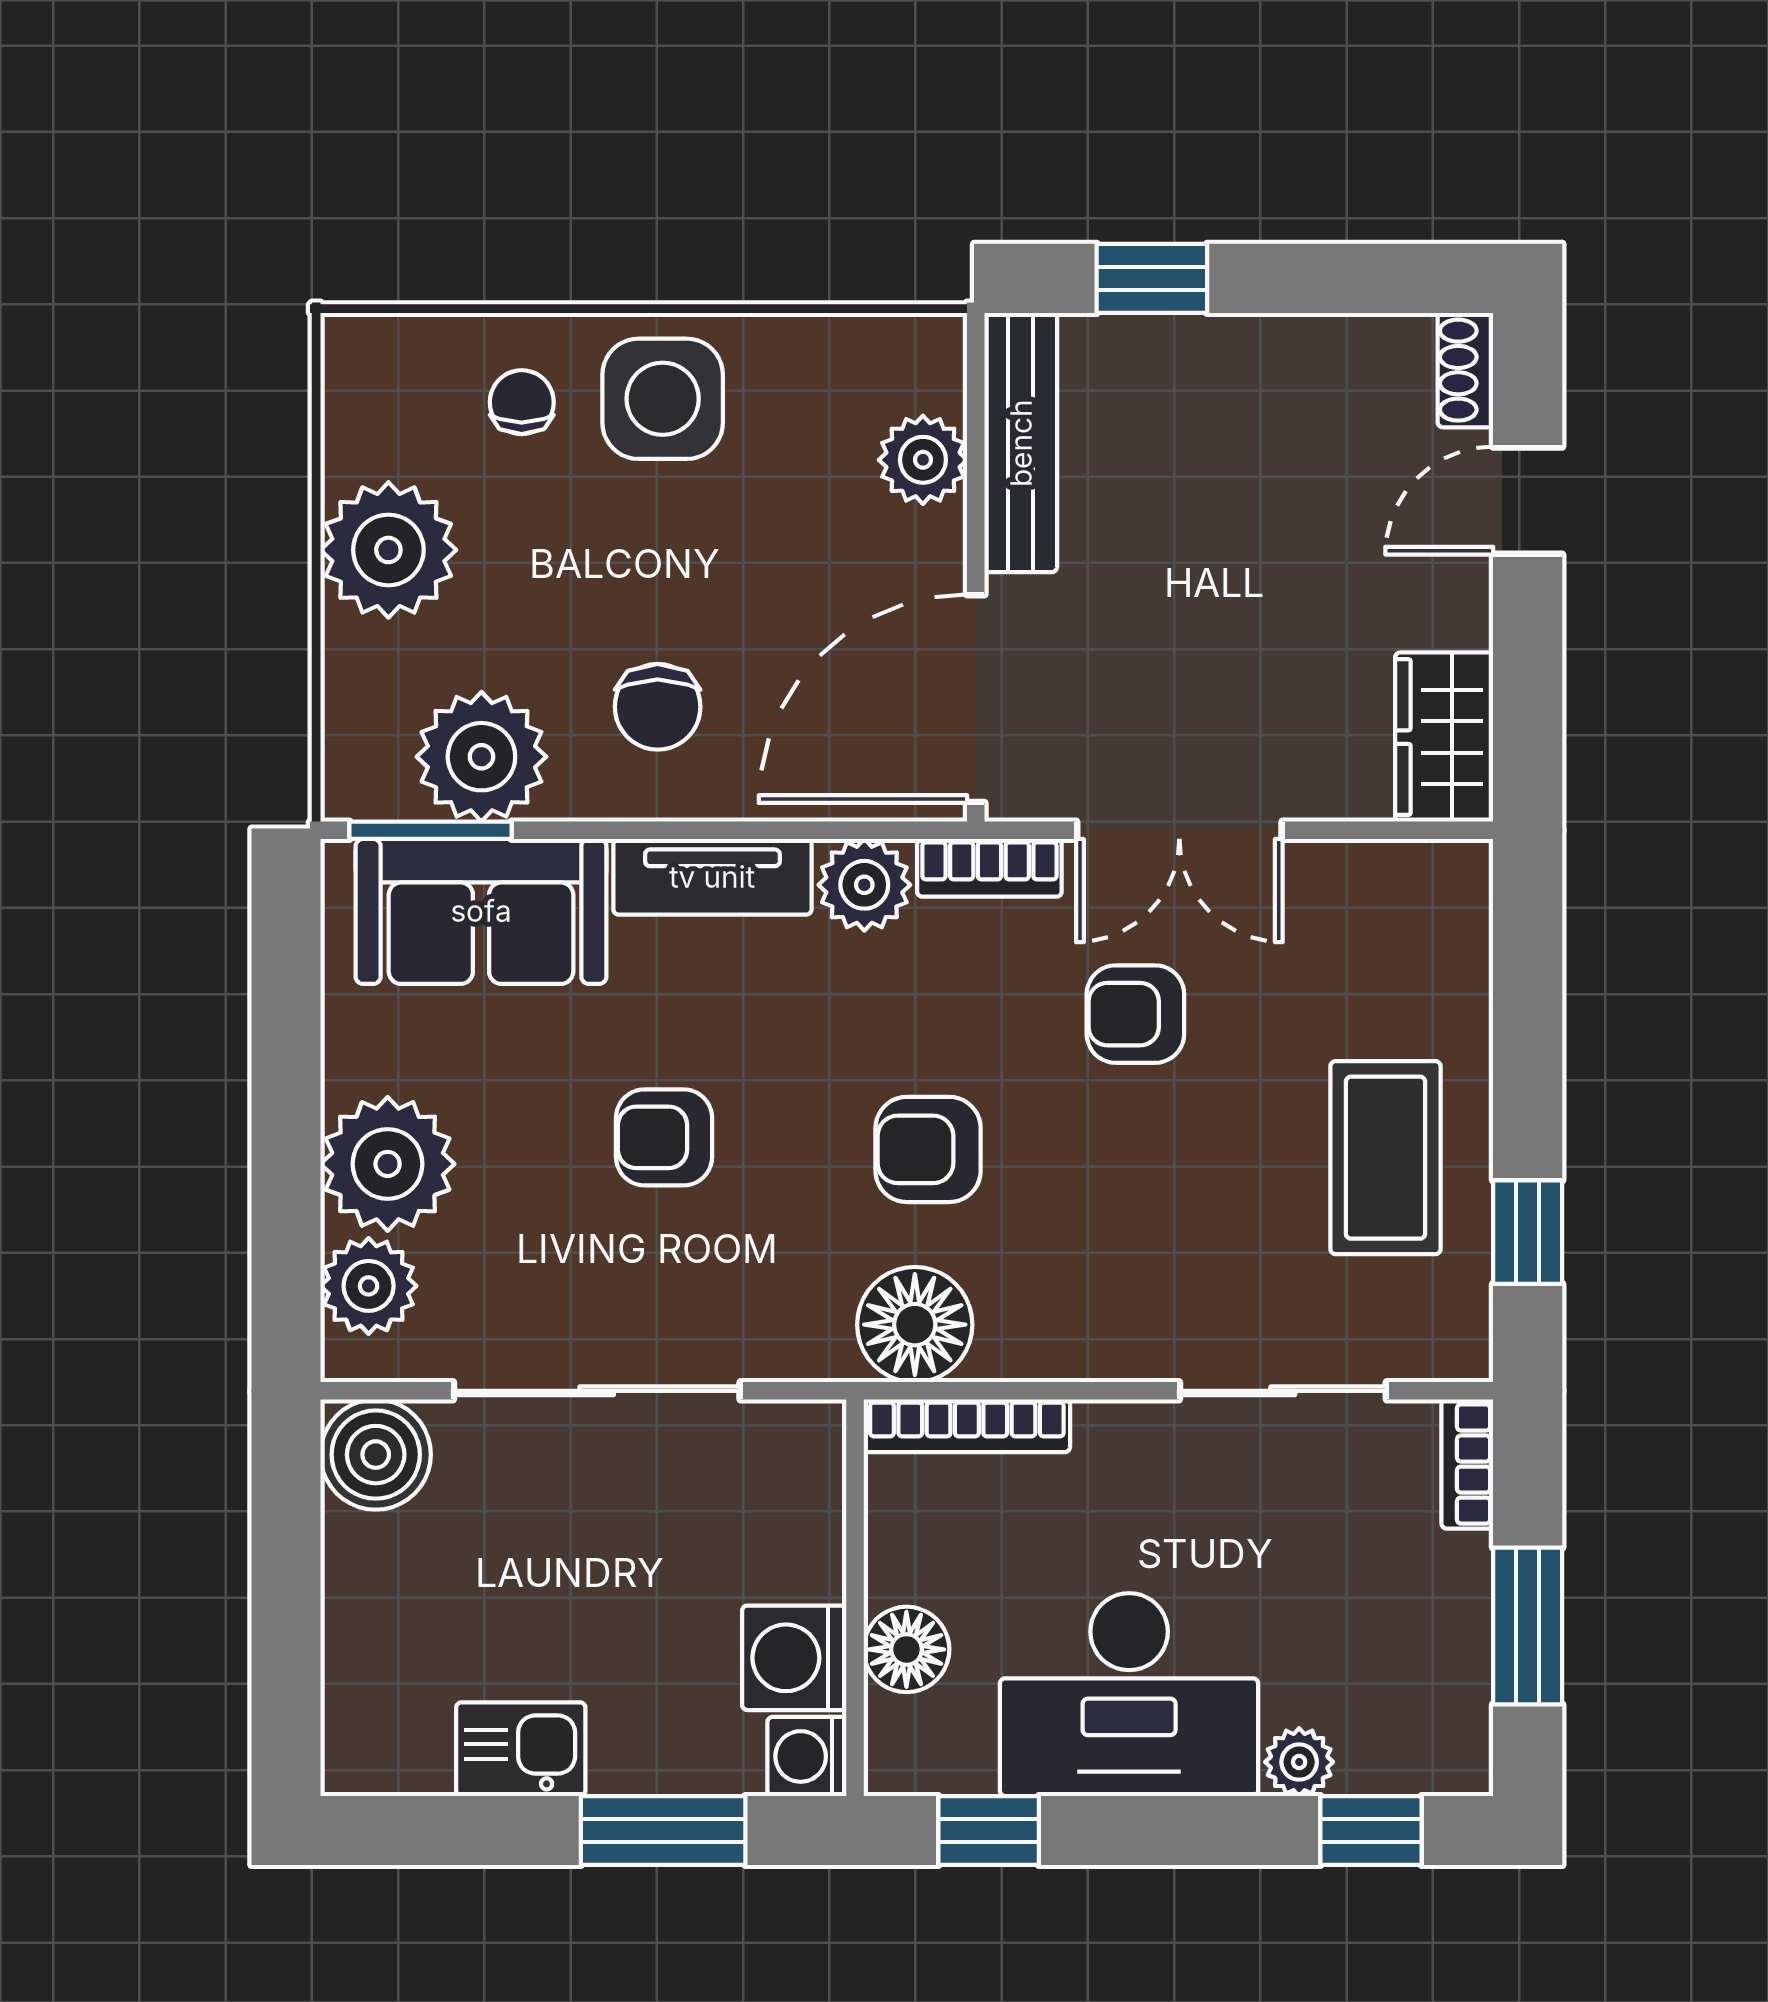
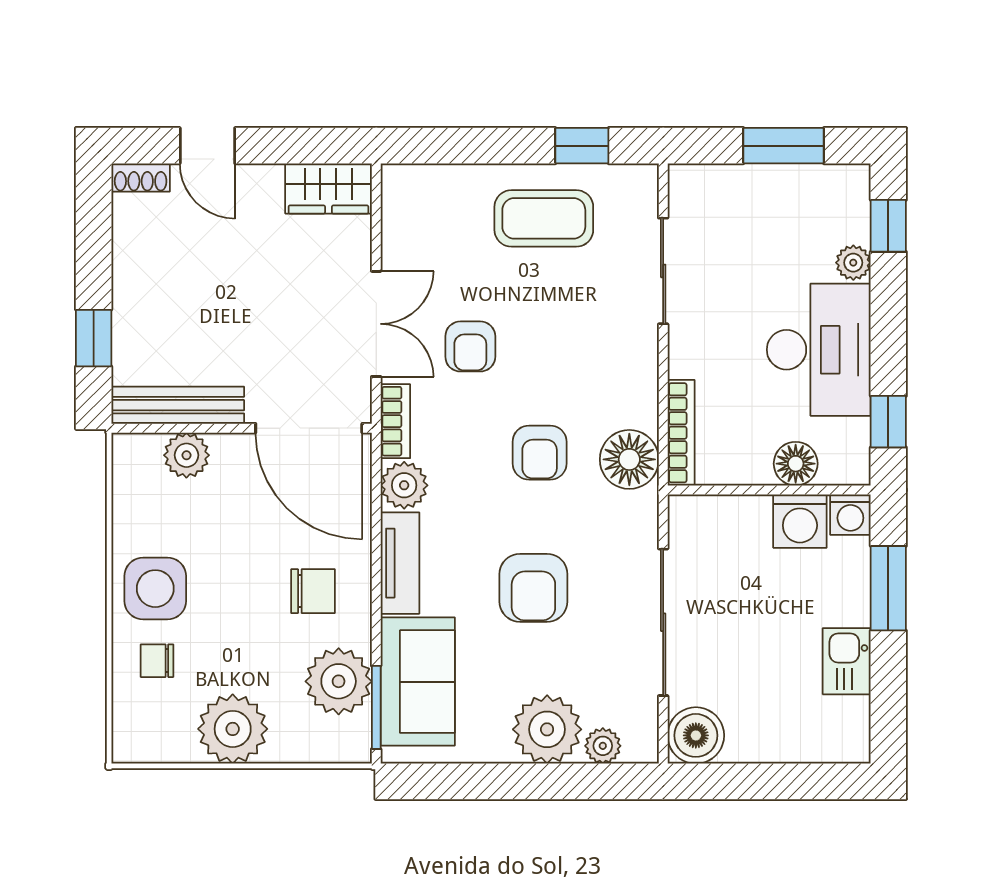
armchair: (664, 1137) -> (533, 588), width x1.38, depth x1.38
plant: (369, 1286) -> (603, 746), width x0.73, depth x0.73
bookcase: (1467, 1464) -> (701, 177), removed

